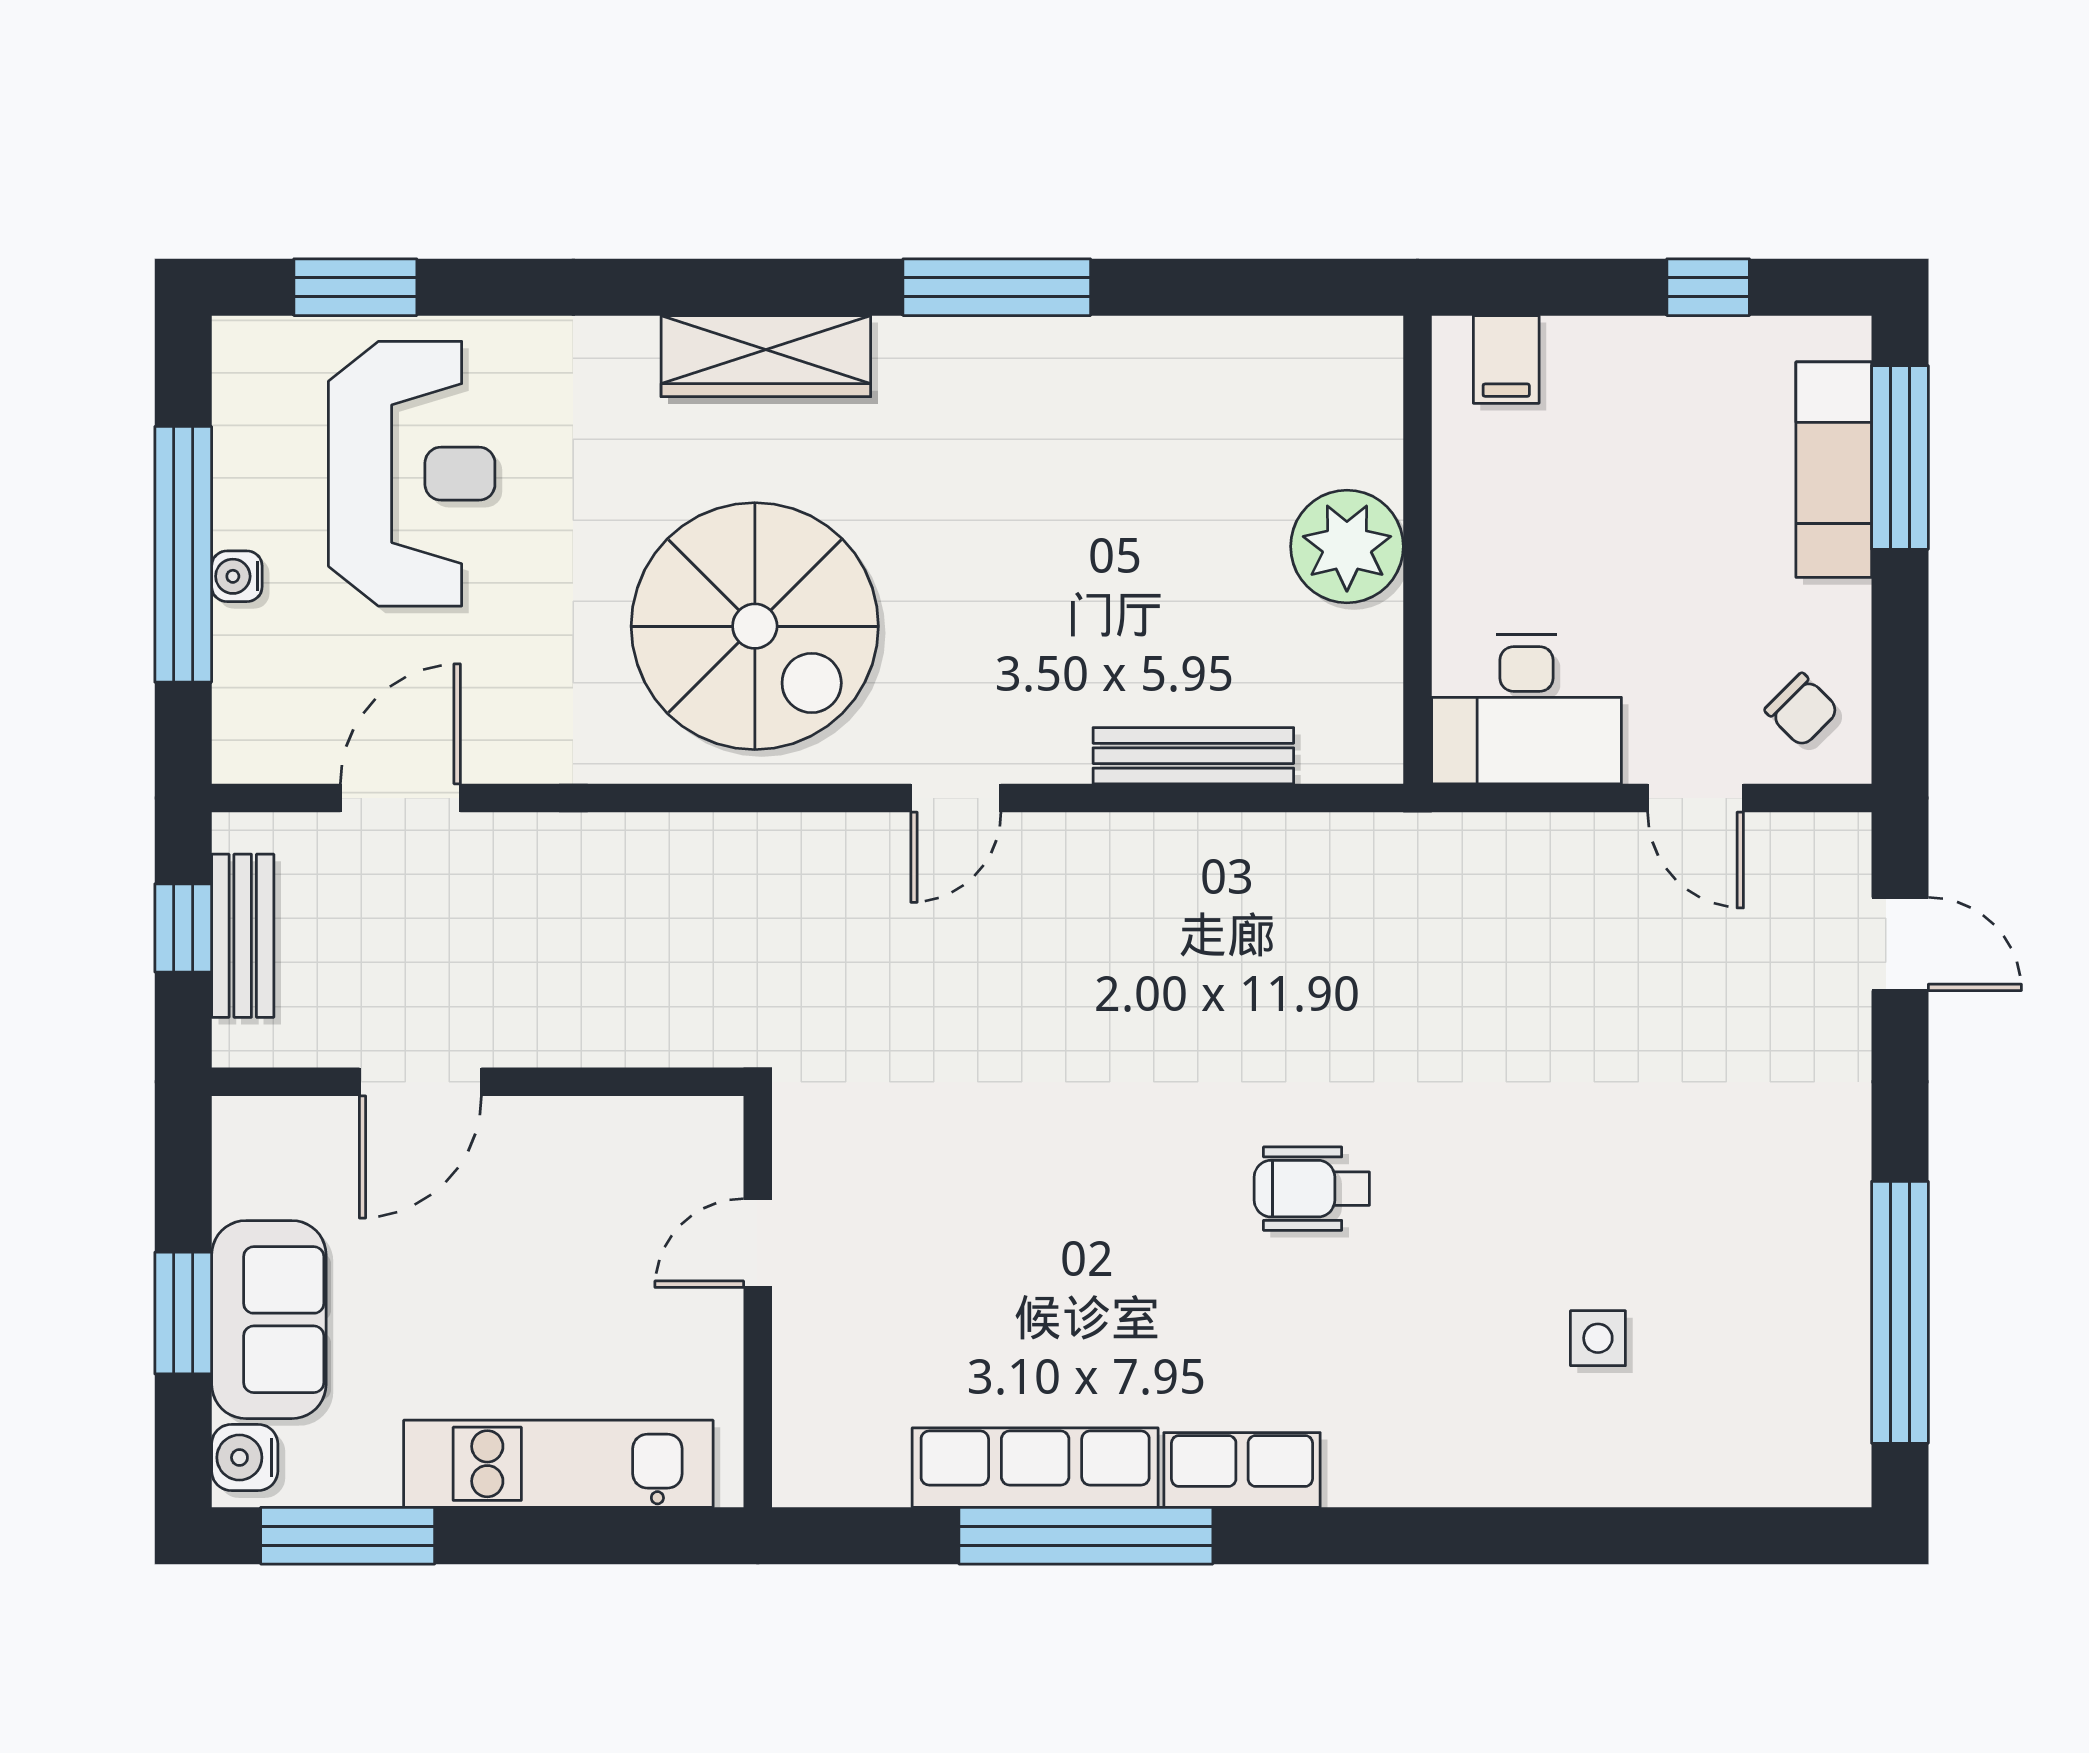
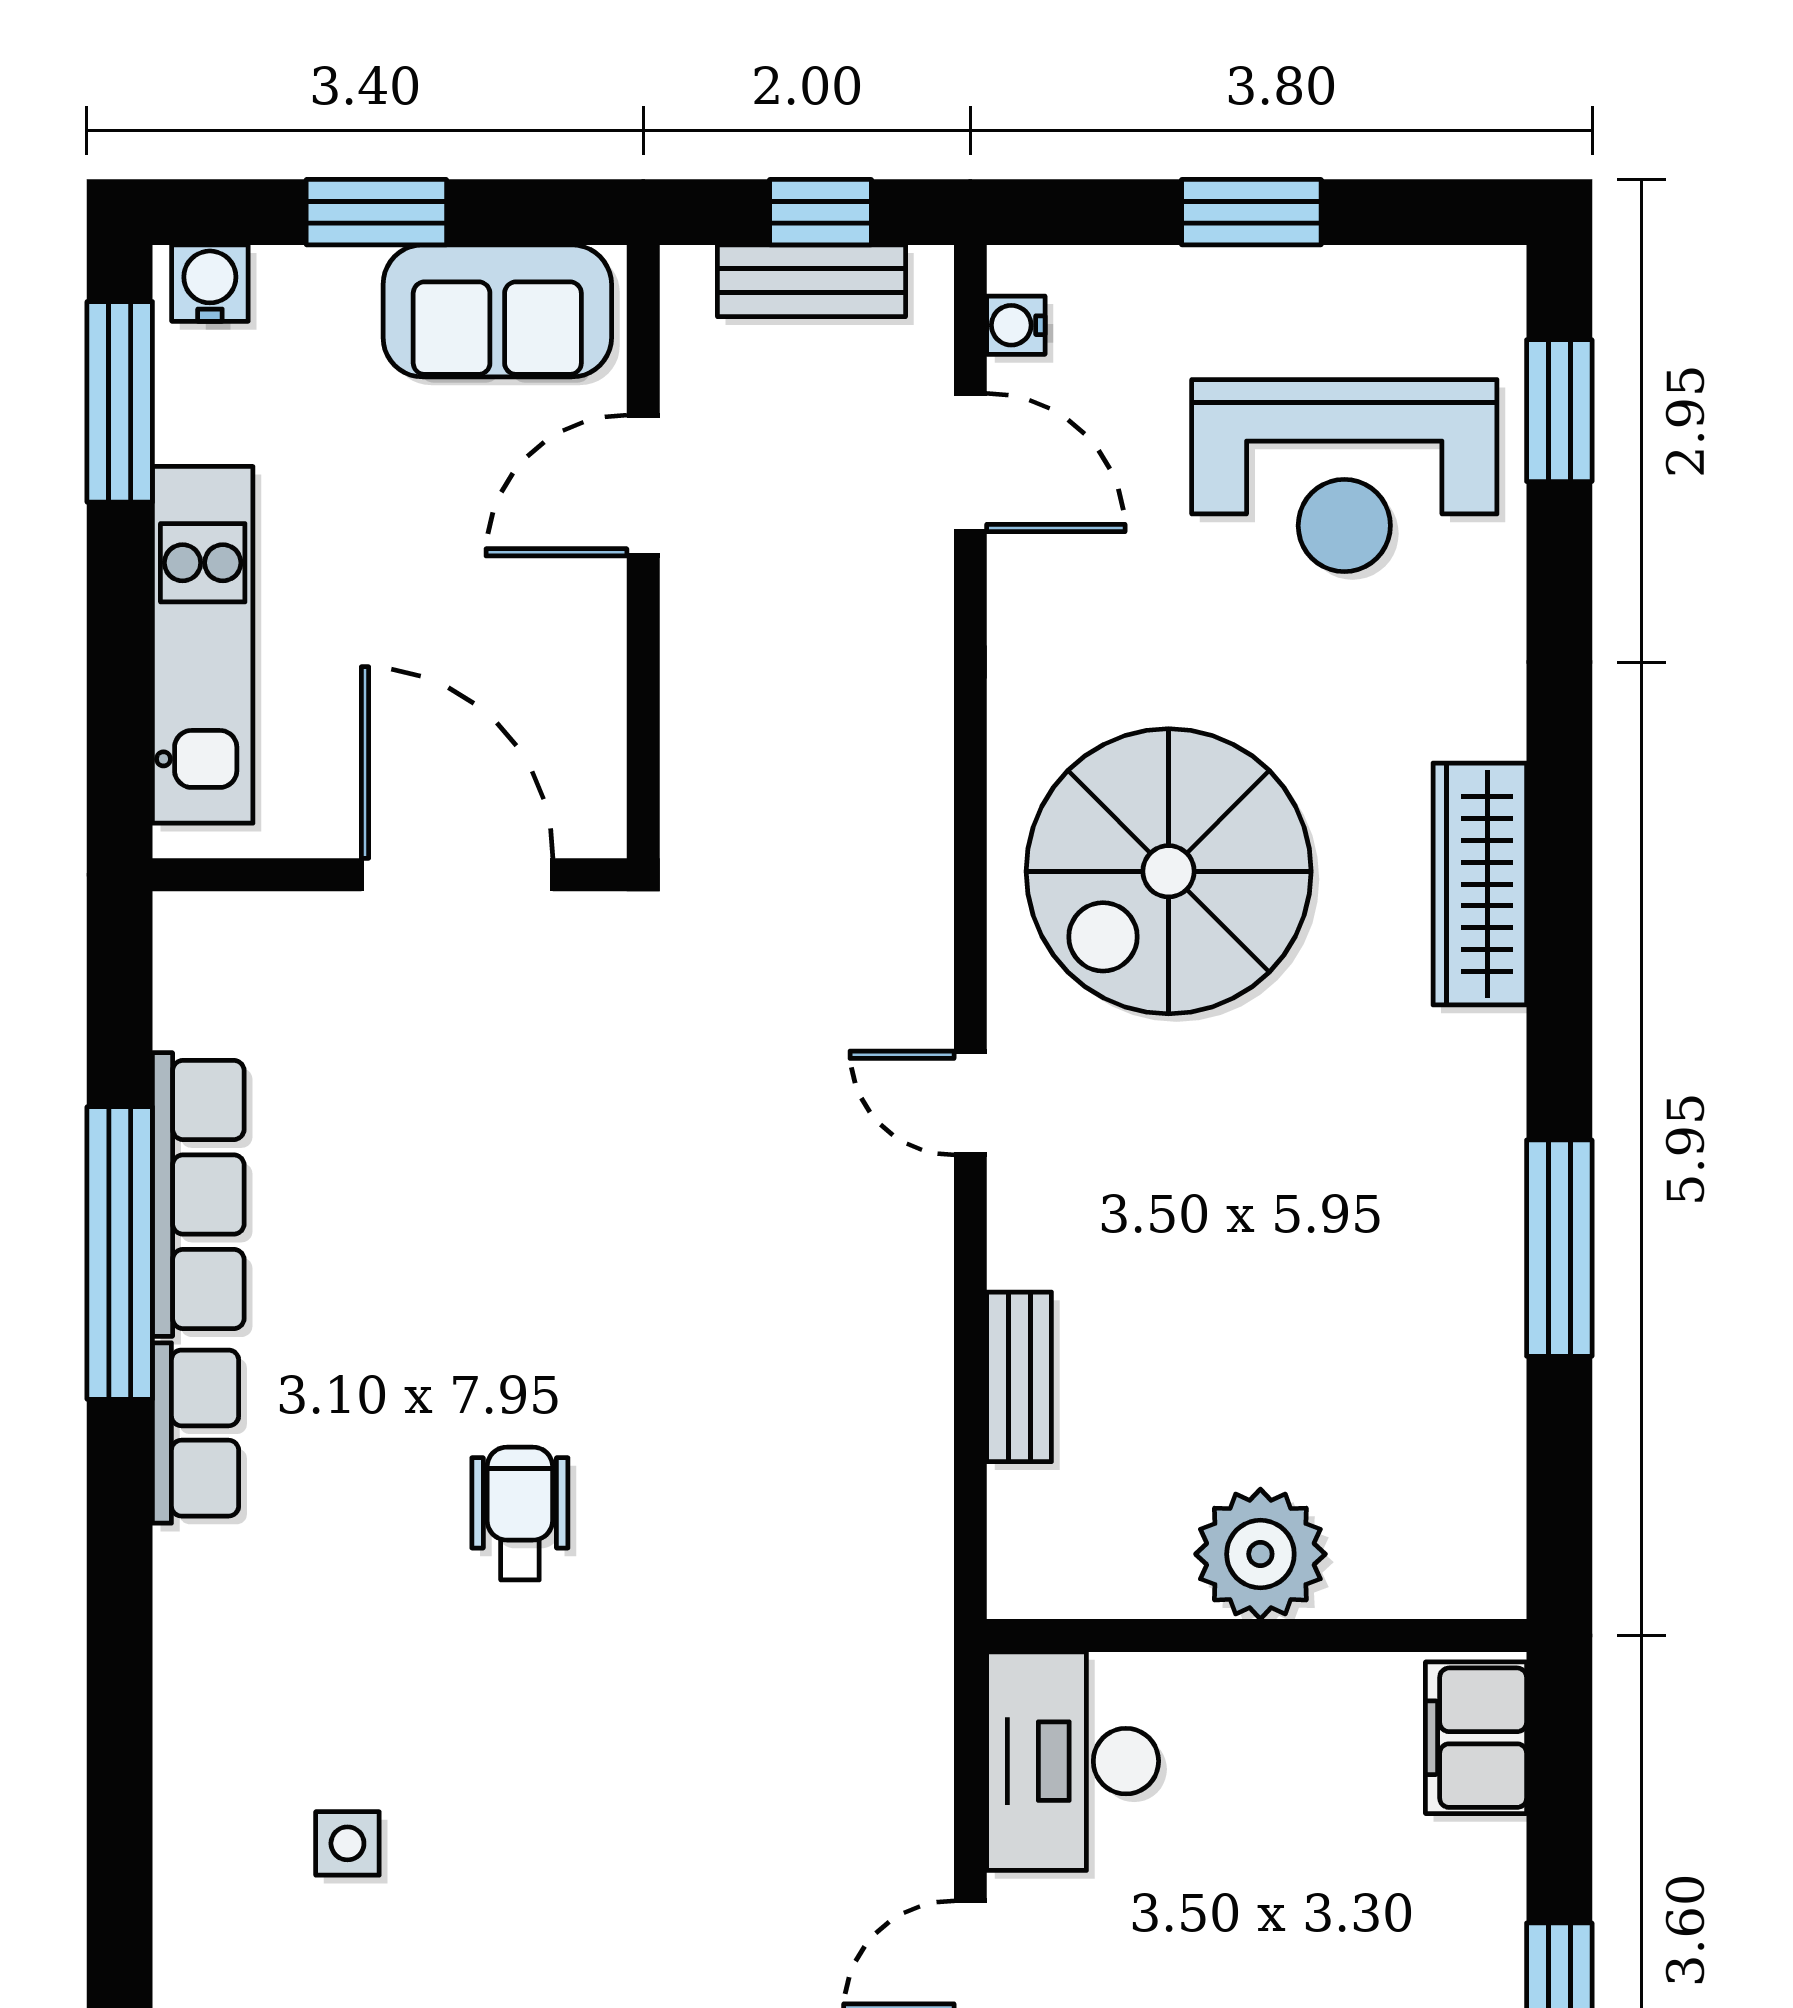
window: (997, 287) -> (1559, 1248), moved
filing cabinet: (1506, 359) -> (1476, 1738), width x2.00
window: (183, 554) -> (1251, 212), width x0.47
water cooler: (237, 576) -> (1016, 325), moved, turned -90
bench: (1193, 756) -> (1019, 1377), width x0.73
door: (420, 1082) -> (643, 486), hinge flipped
door: (758, 1243) -> (457, 875), width x1.88
sofa: (269, 1320) -> (497, 311), moved

